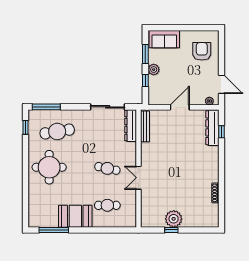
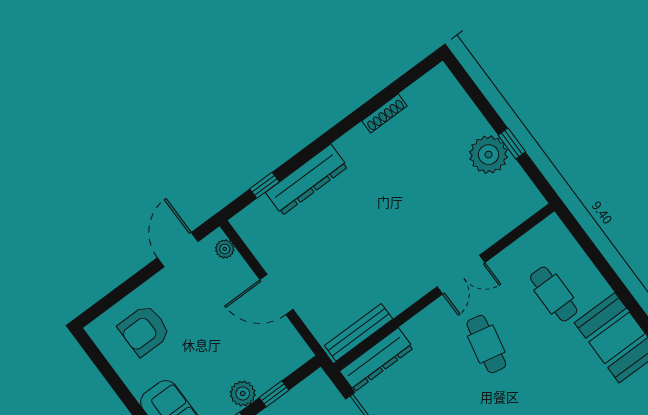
dresser: (212, 128) -> (307, 180), moved

